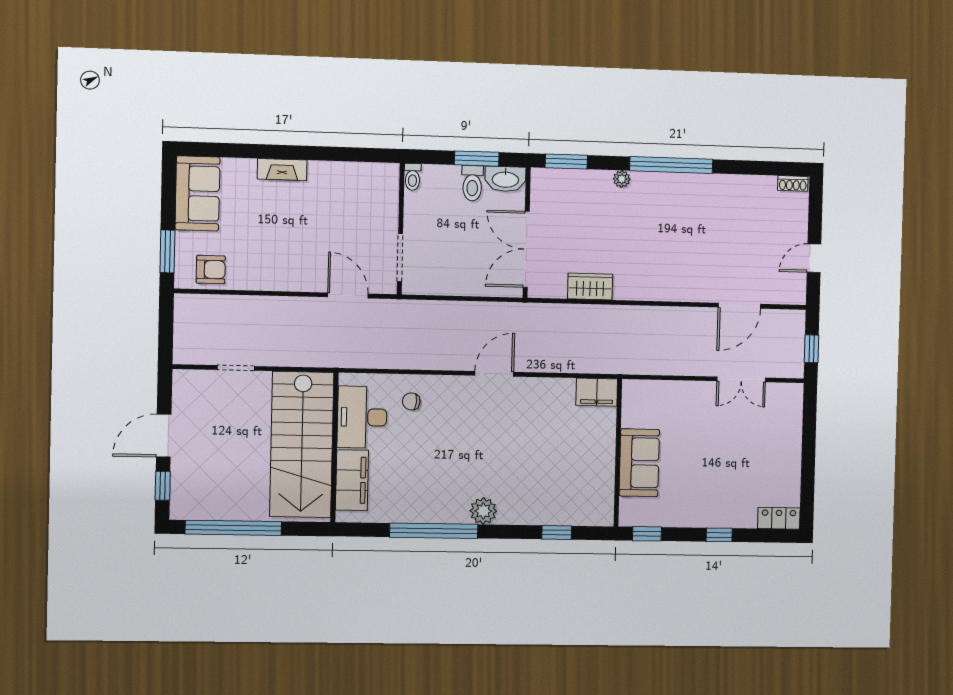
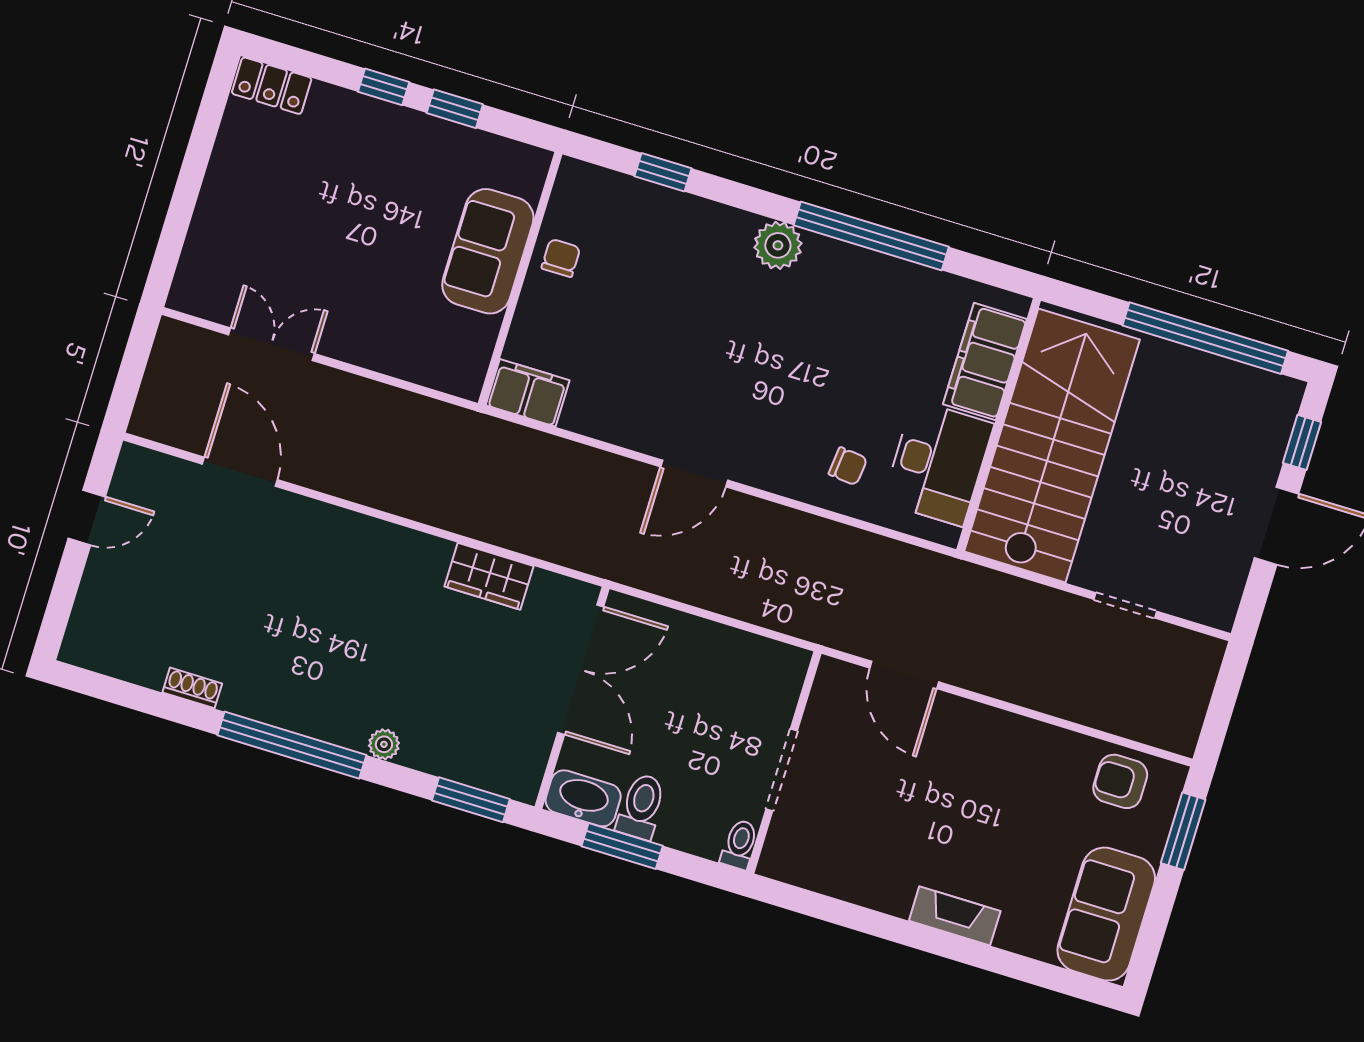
shoe rack: (793, 183) -> (192, 688), moved
doorway: (400, 257) -> (782, 770), moved
door: (739, 306) -> (240, 472), hinge flipped
window: (811, 349) -> (134, 363), removed
chair: (599, 470) -> (561, 258), added
window: (647, 534) -> (455, 109), moved

